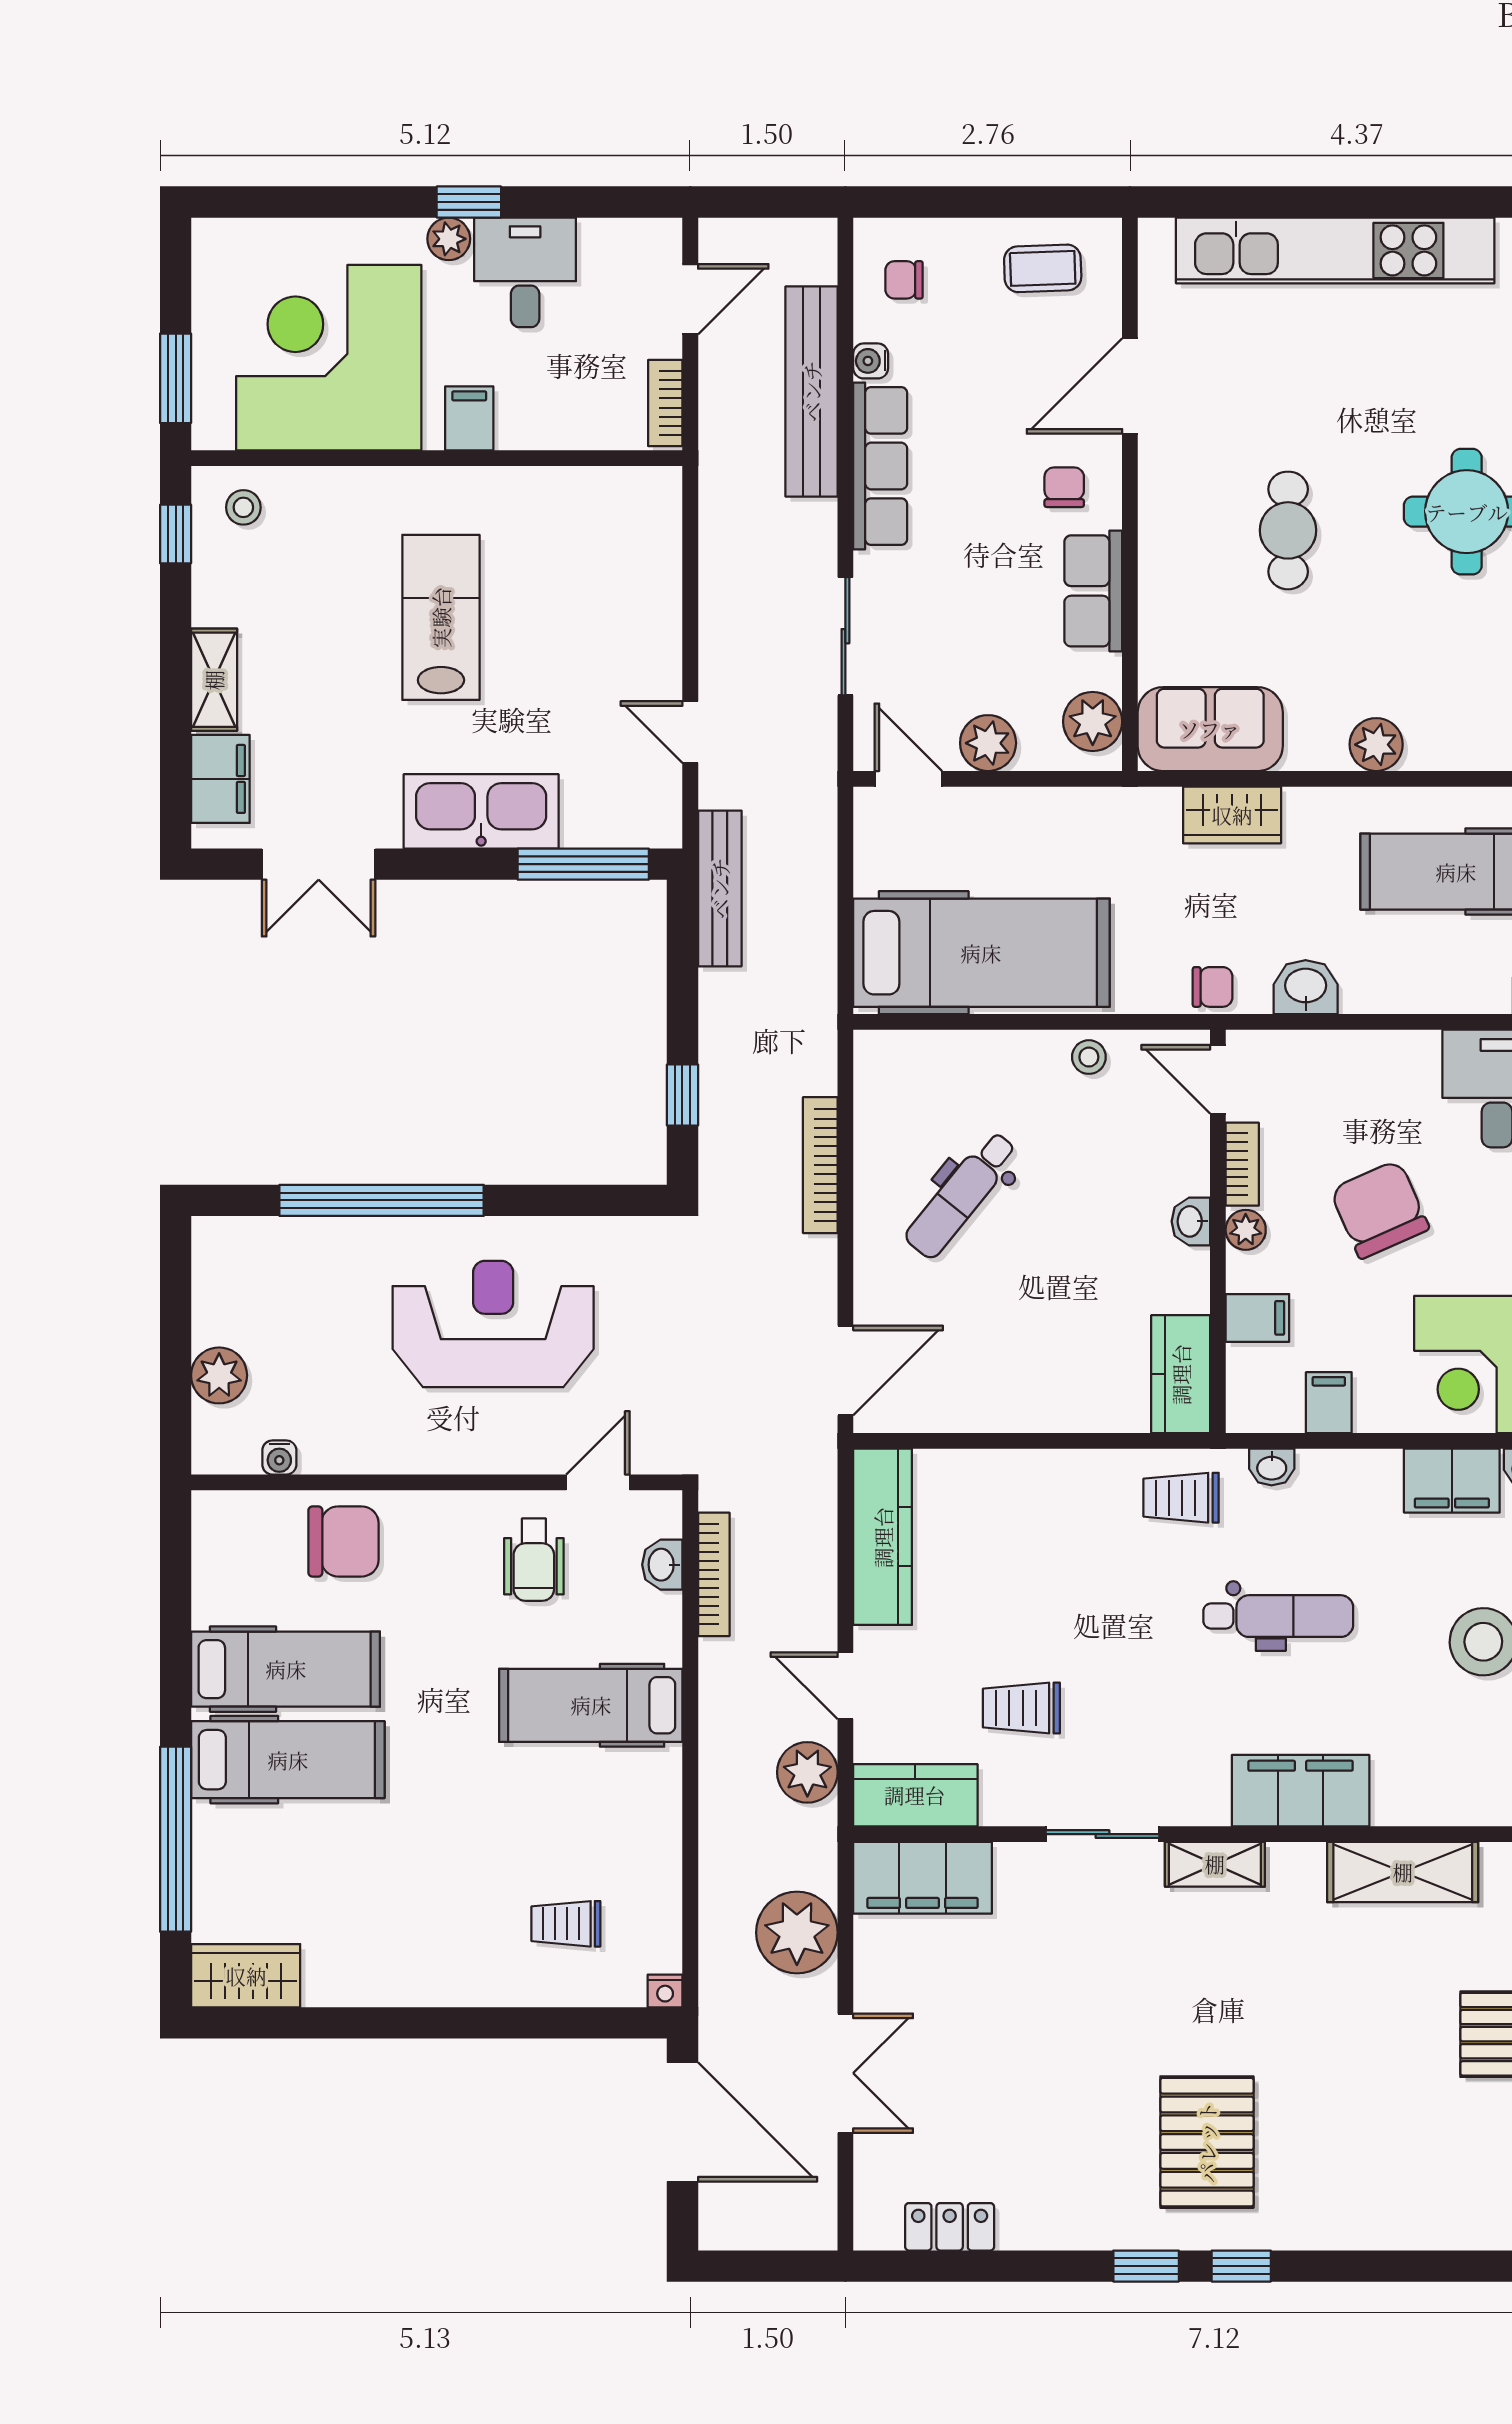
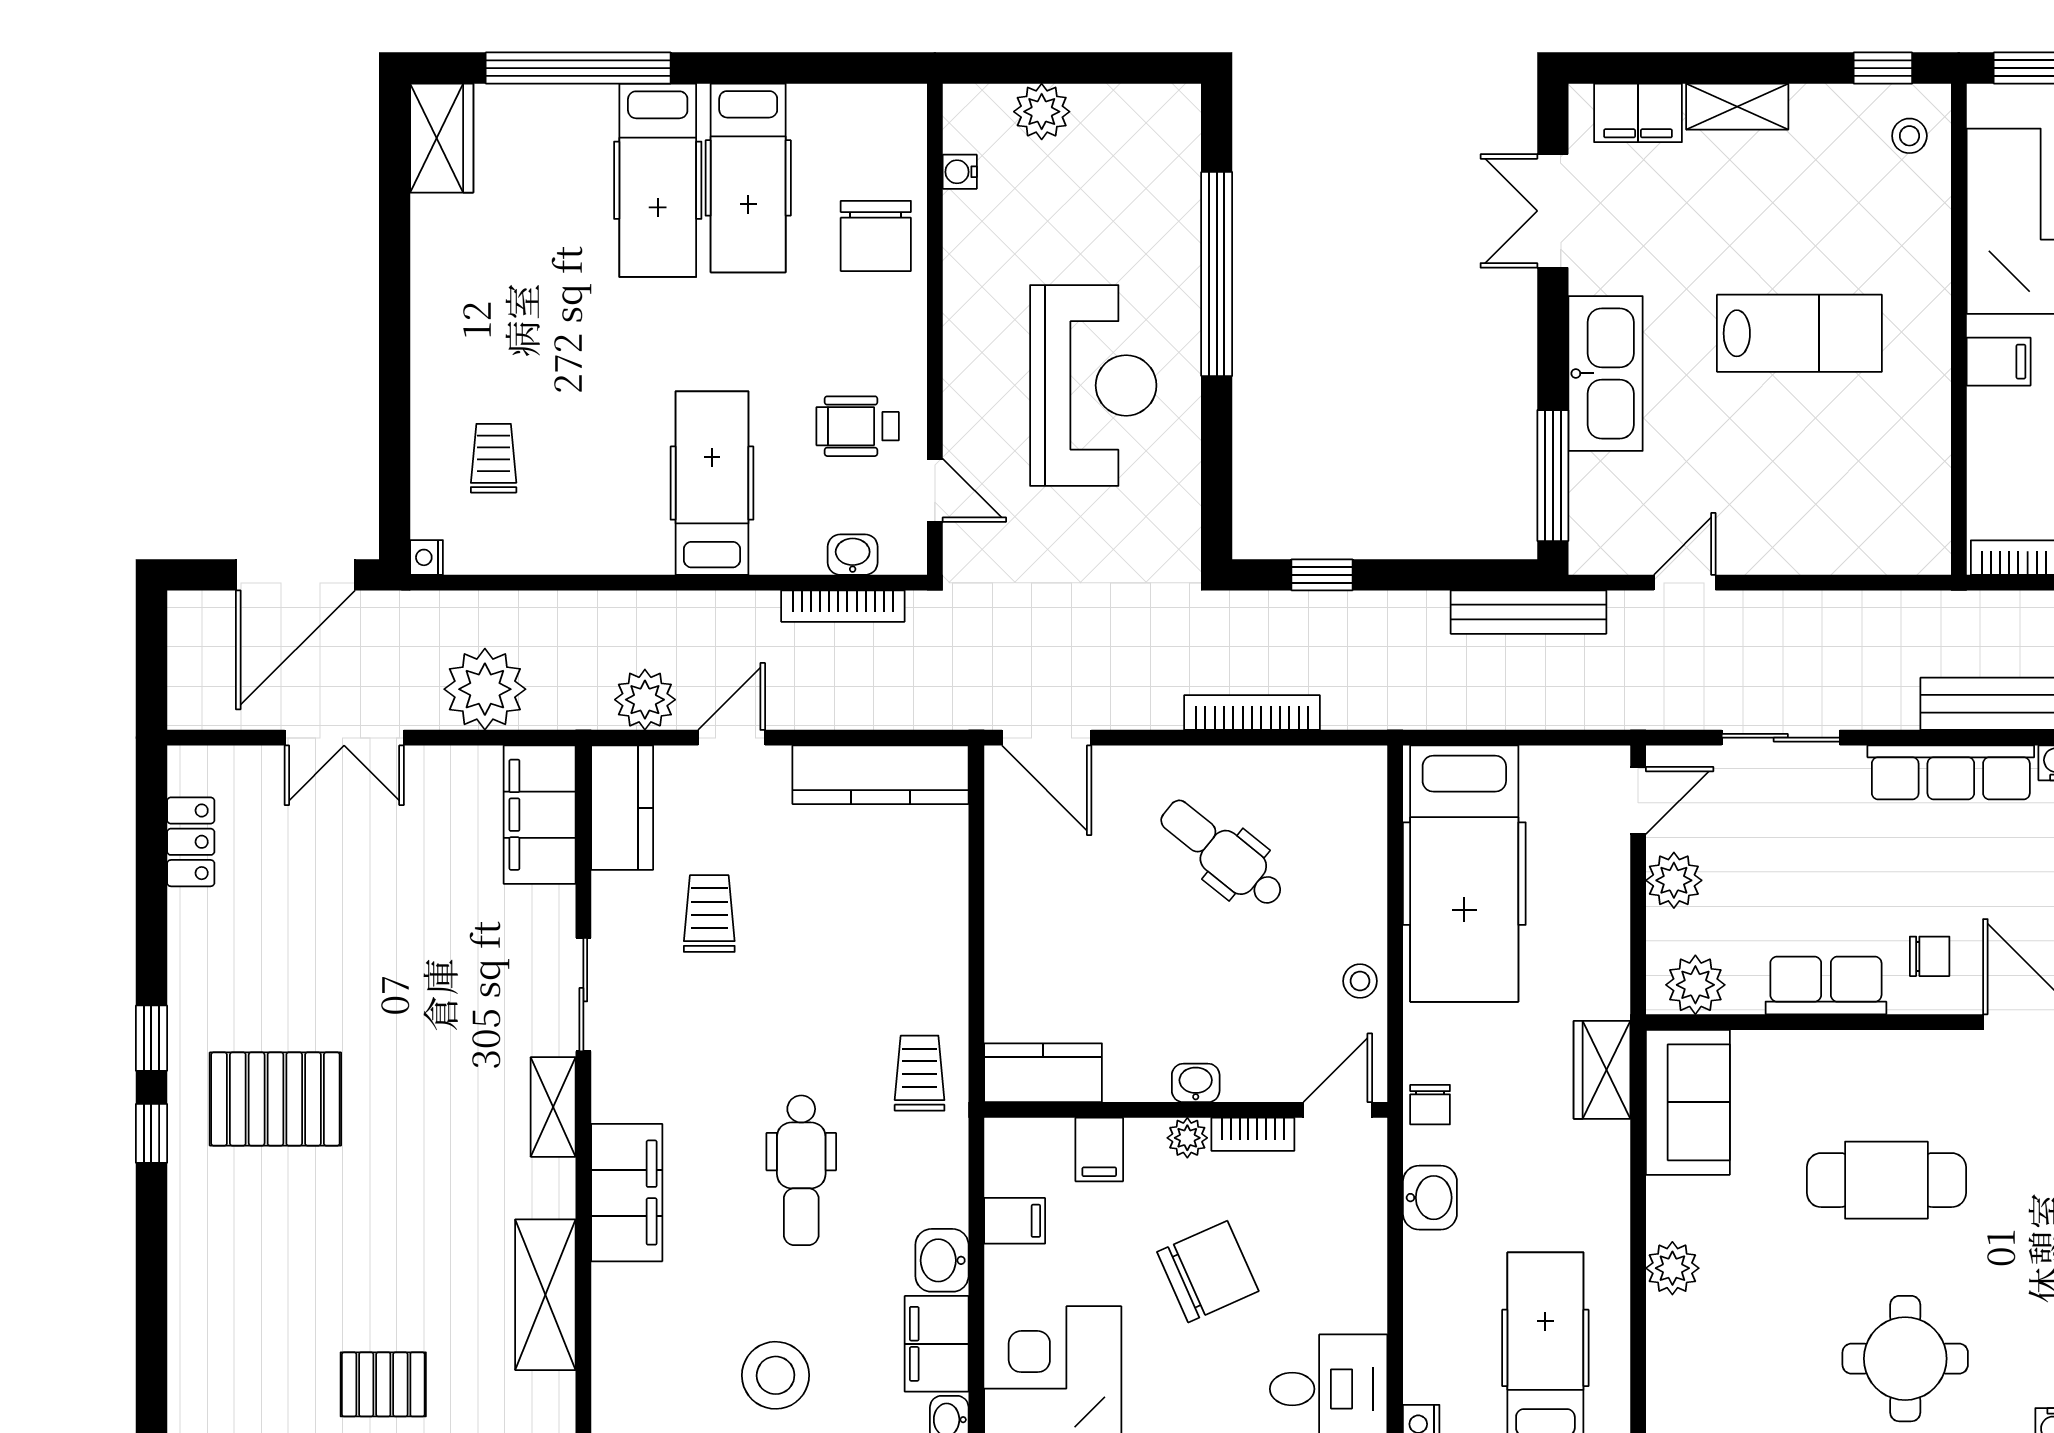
cafe table: (1288, 530) -> (1886, 1180), width x1.37, depth x1.35
wardrobe: (1232, 815) -> (1602, 1070), moved
washbasin: (1272, 1467) -> (942, 1260), moved, width x1.38, depth x1.45

